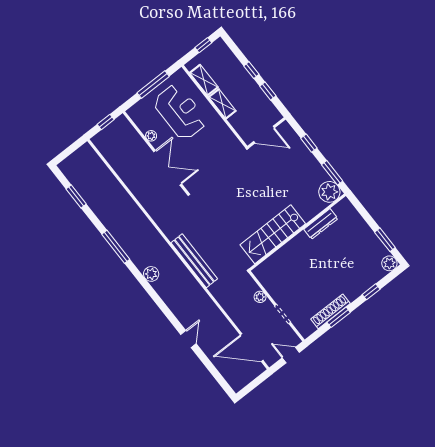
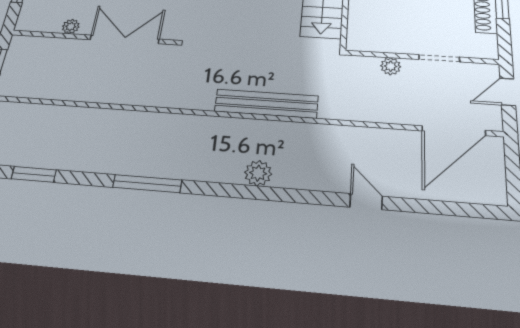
plant: (151, 274) -> (258, 173), moved

